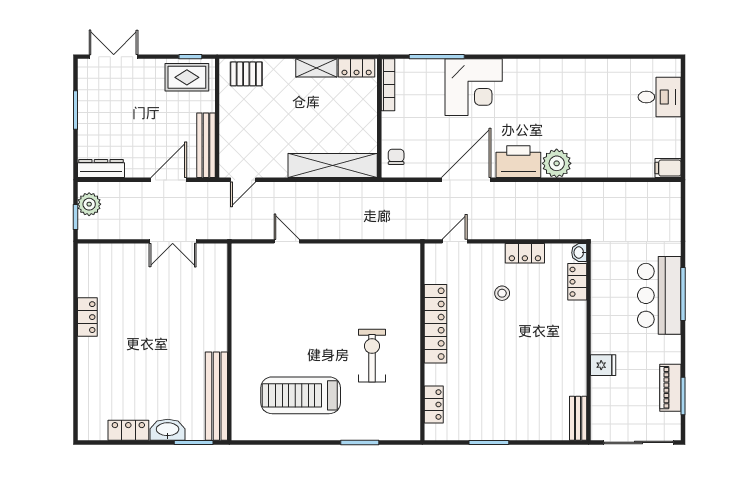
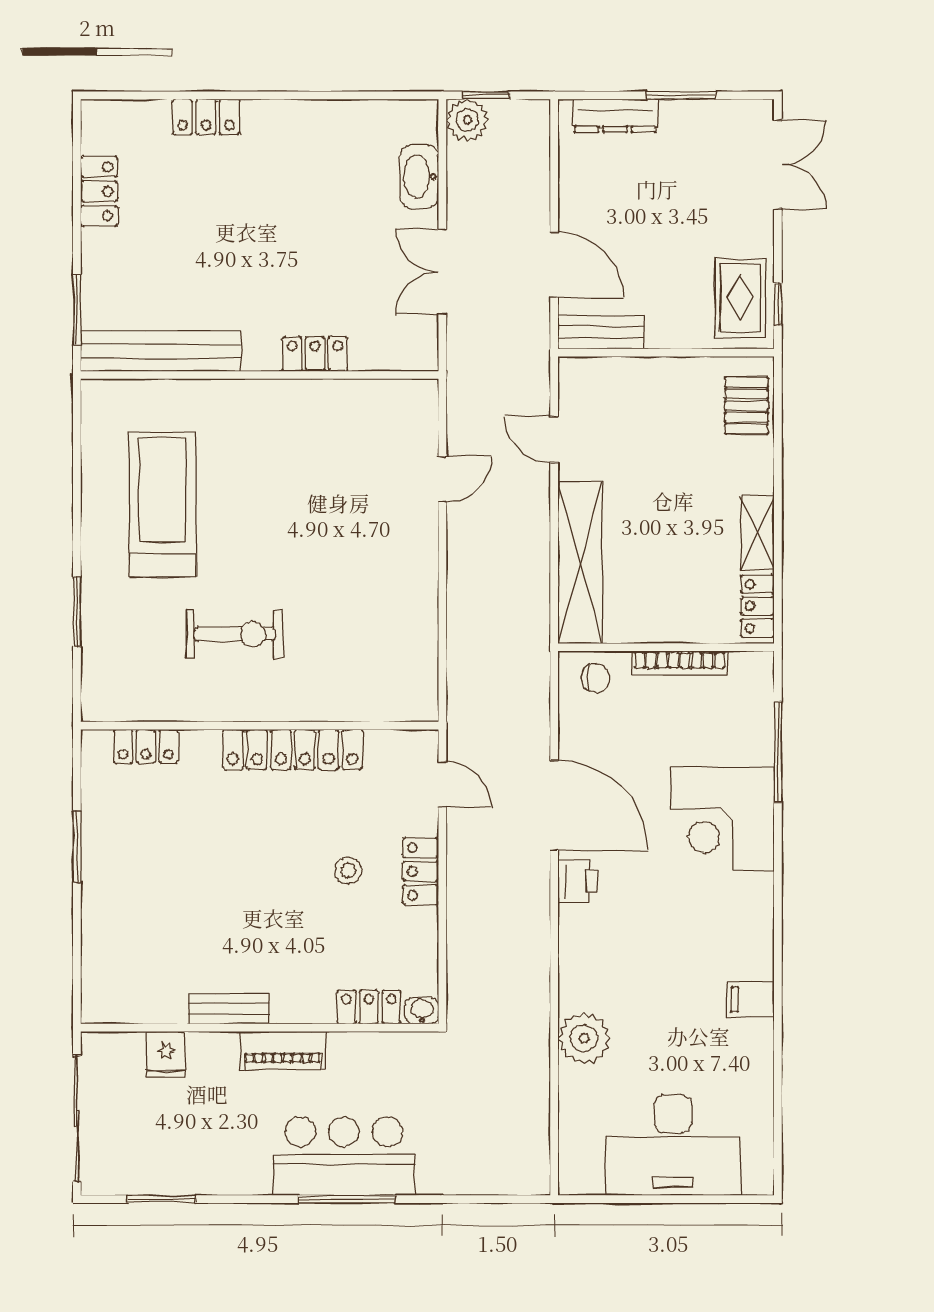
bookcase: (388, 85) -> (679, 663), moved
desk: (660, 97) -> (673, 1145), width x1.87, depth x1.30
bench: (206, 145) -> (601, 332), width x0.73
printer: (518, 162) -> (578, 881), width x0.53, depth x0.68
plant: (557, 163) -> (584, 1038), moved
filing cabinet: (668, 168) -> (751, 1000), moved, turned -90
dresser: (101, 169) -> (615, 116), moved, turned 90
door: (243, 180) -> (554, 440), moved
plant: (89, 204) -> (467, 120), moved
locker: (525, 253) -> (421, 871), moved
locker: (218, 311) -> (315, 354), added
locker: (87, 317) -> (206, 117), moved
fridge: (603, 365) -> (166, 1054), moved
piano: (670, 388) -> (282, 1051), moved, turned 180
bench: (578, 418) -> (229, 1009), moved
washbasin: (168, 430) -> (419, 176), moved, turned 180

